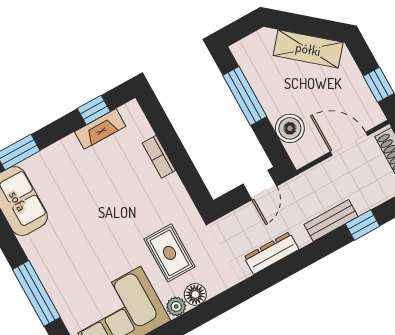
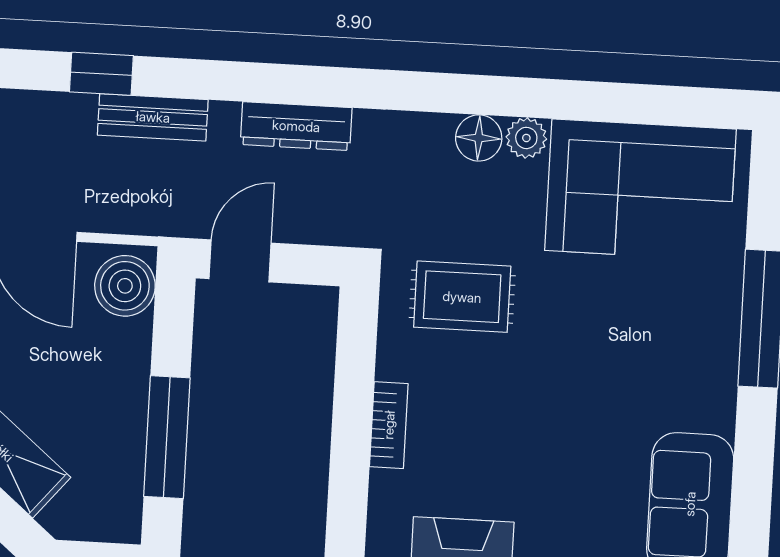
boiler: (290, 128) -> (125, 286), moved
rug: (170, 253) -> (462, 297), moved, turned 90

